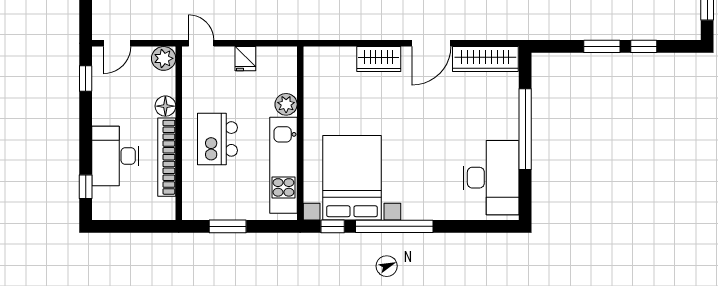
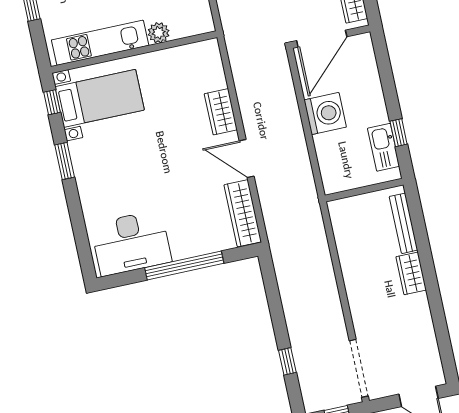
window: (602, 46) -> (279, 322), removed
bed with nightstands: (352, 178) -> (100, 98), width x0.73
window: (394, 226) -> (65, 161), width x0.47

